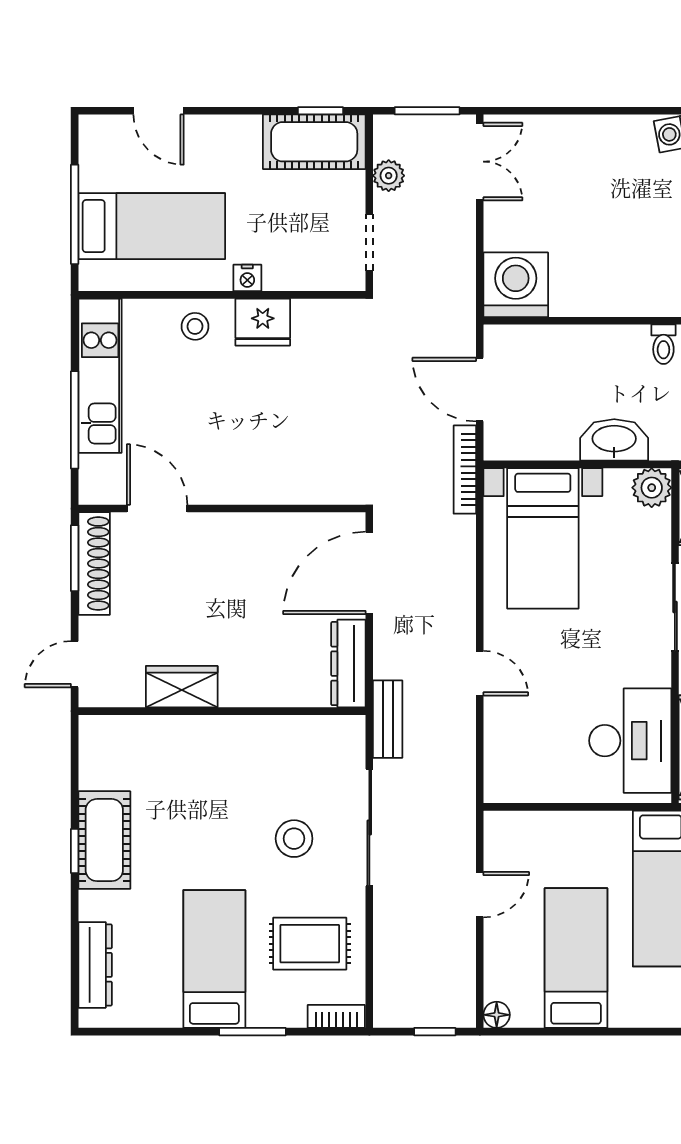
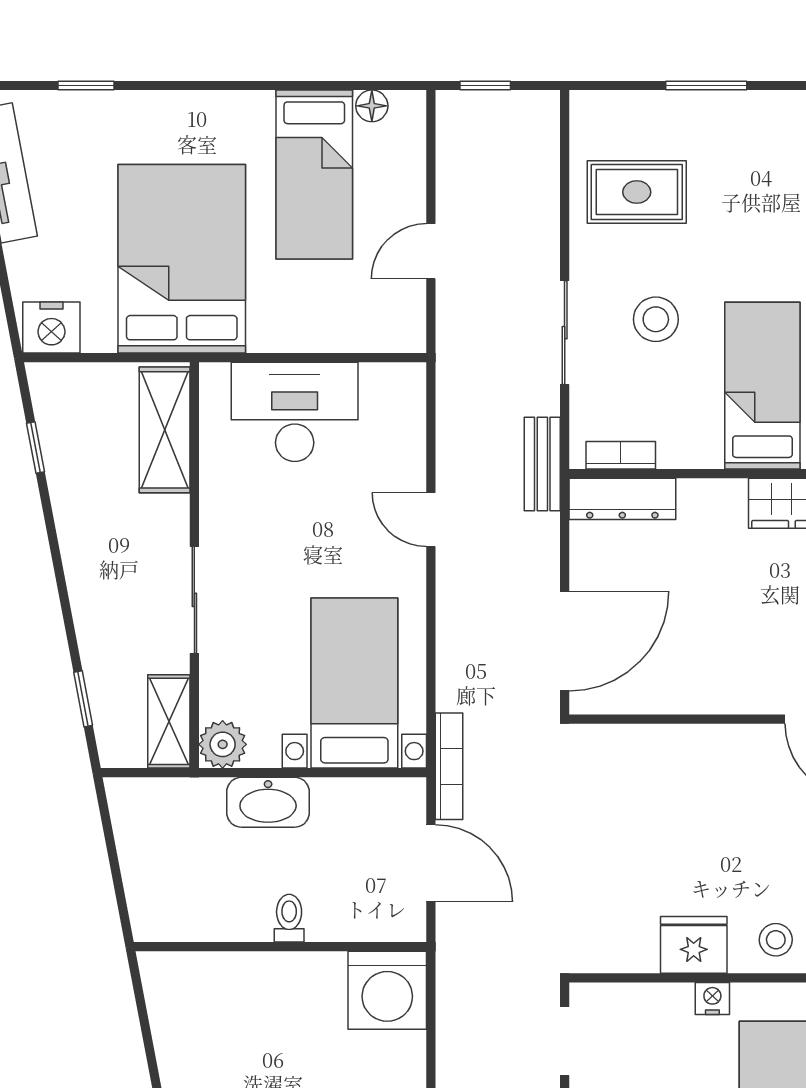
toilet: (663, 344) -> (289, 918), moved
dresser: (348, 664) -> (622, 499), moved, turned 90
desk: (630, 741) -> (295, 412), moved, turned 90
sliding door: (369, 828) -> (565, 333), width x0.73
bed: (214, 959) -> (762, 386), moved, turned 180
floor lamp: (497, 1015) -> (372, 106), moved
bookcase: (336, 1016) -> (621, 455), moved, turned 180

